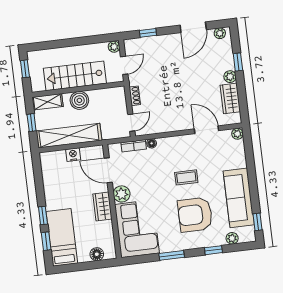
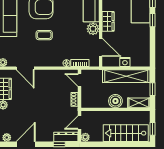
dresser: (140, 44) -> (66, 137), added
stairs: (75, 76) -> (126, 133), moved, turned 180
door: (131, 123) -> (80, 80), hinge flipped

